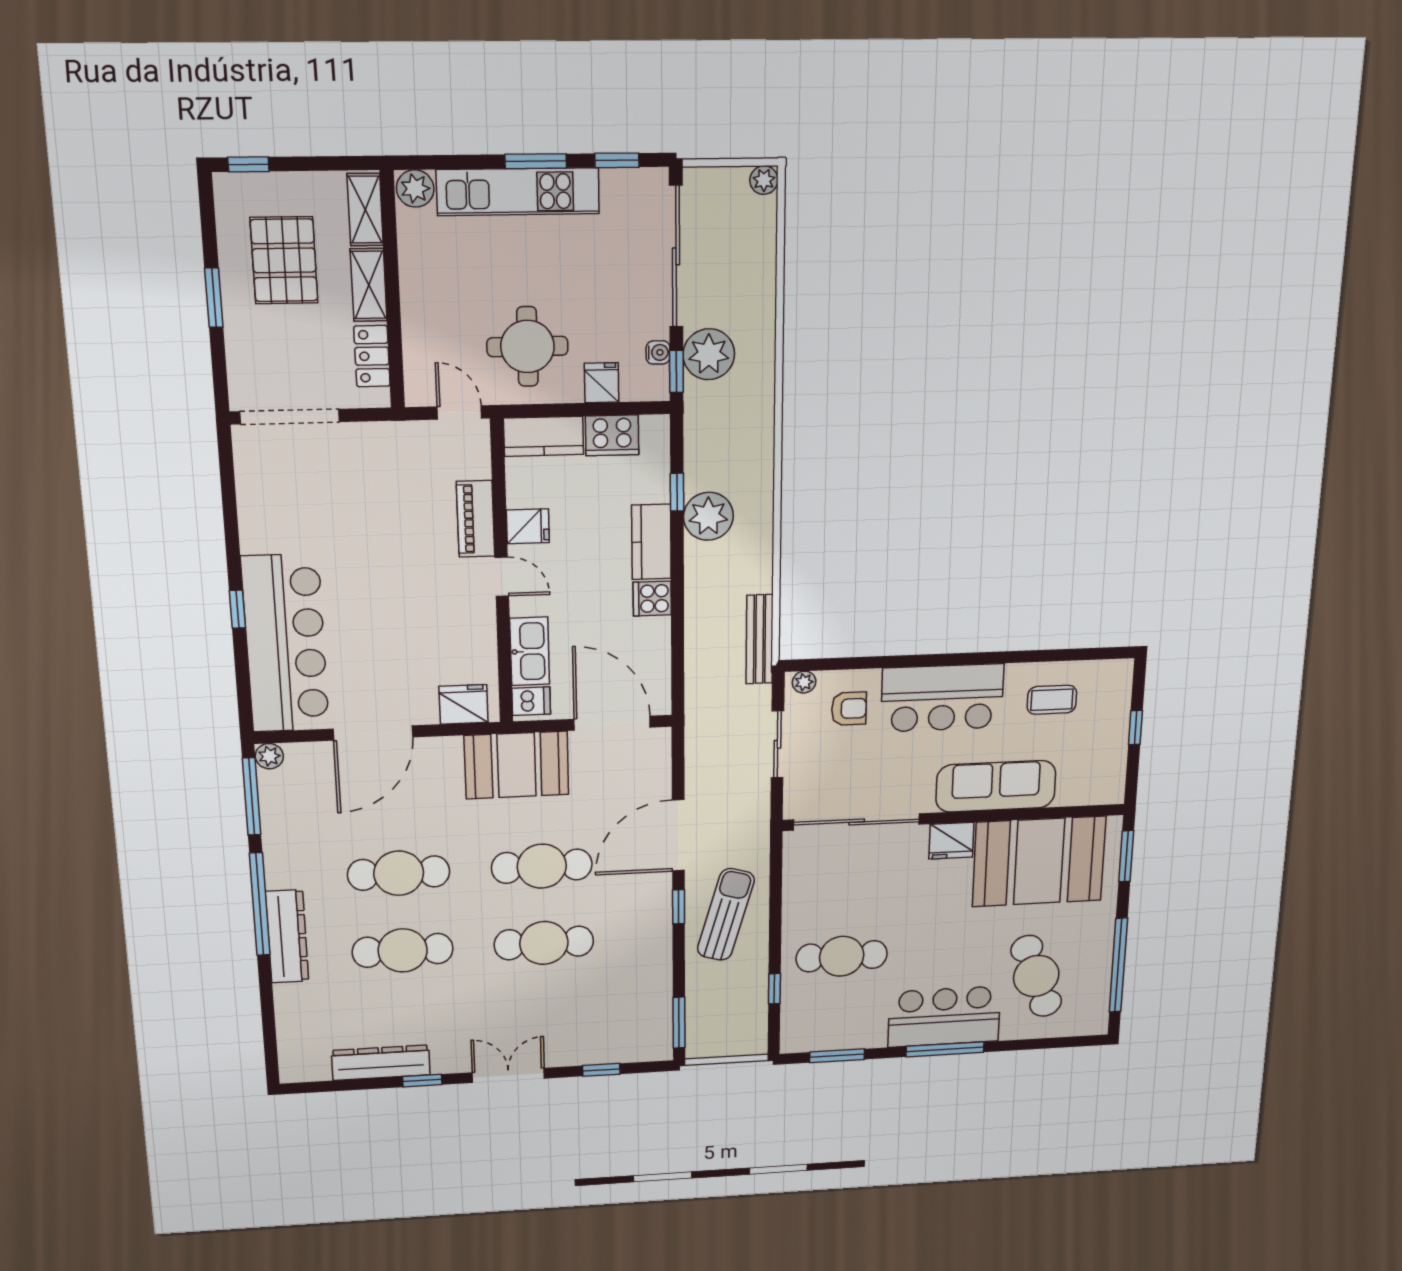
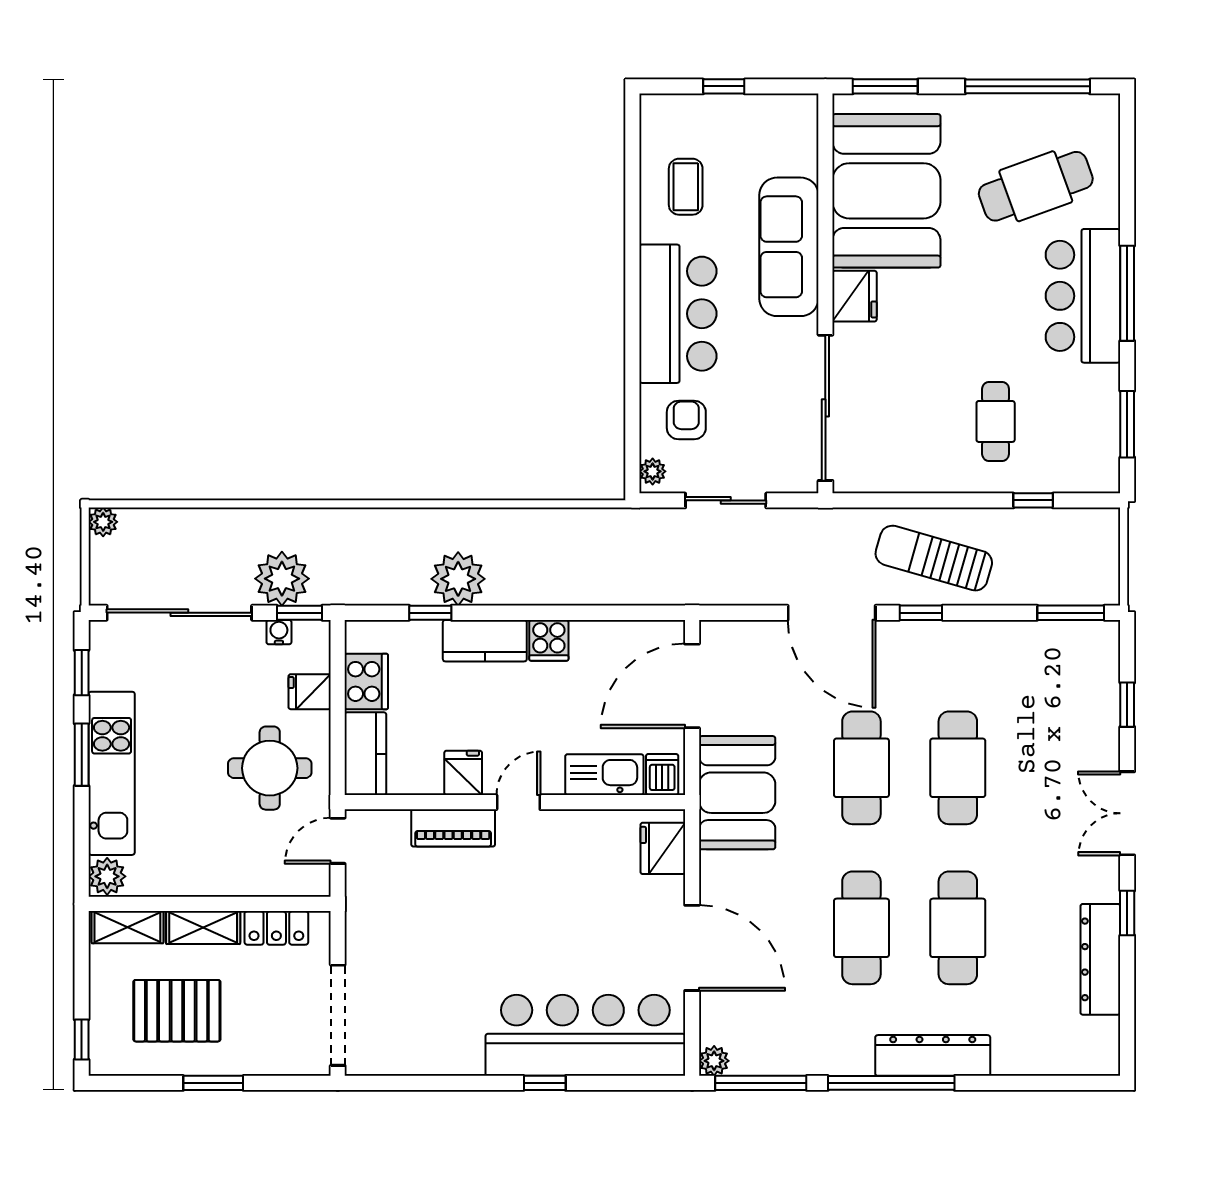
bench: (760, 639) -> (600, 522), removed
cafe table: (842, 956) -> (996, 421), width x0.73, depth x0.74

